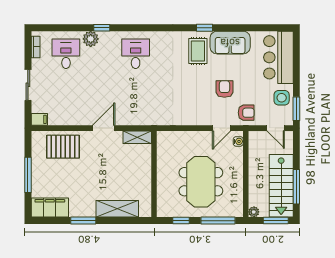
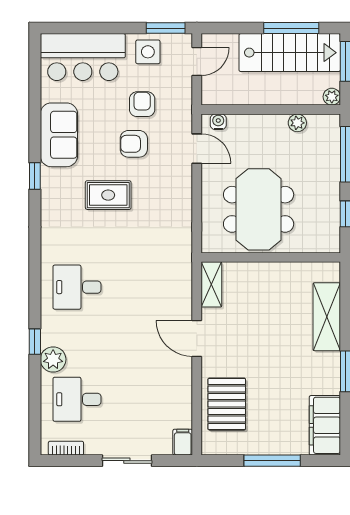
rug: (198, 51) -> (108, 195), moved
armchair: (246, 113) -> (142, 104), moved
meeting table: (201, 182) -> (259, 209), moved, turned 90
plant: (238, 191) -> (297, 123), added

